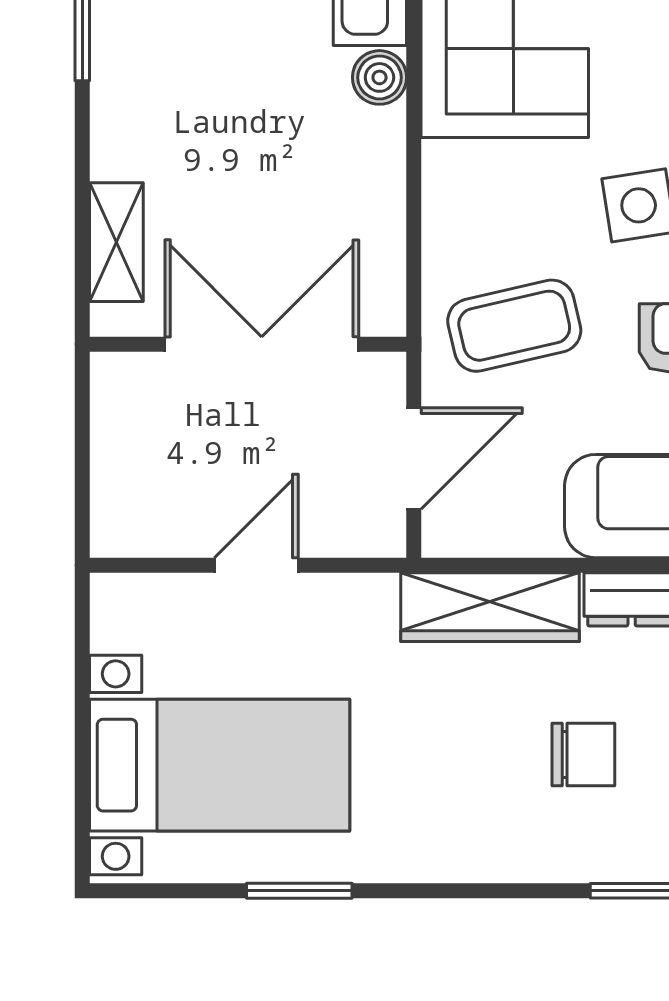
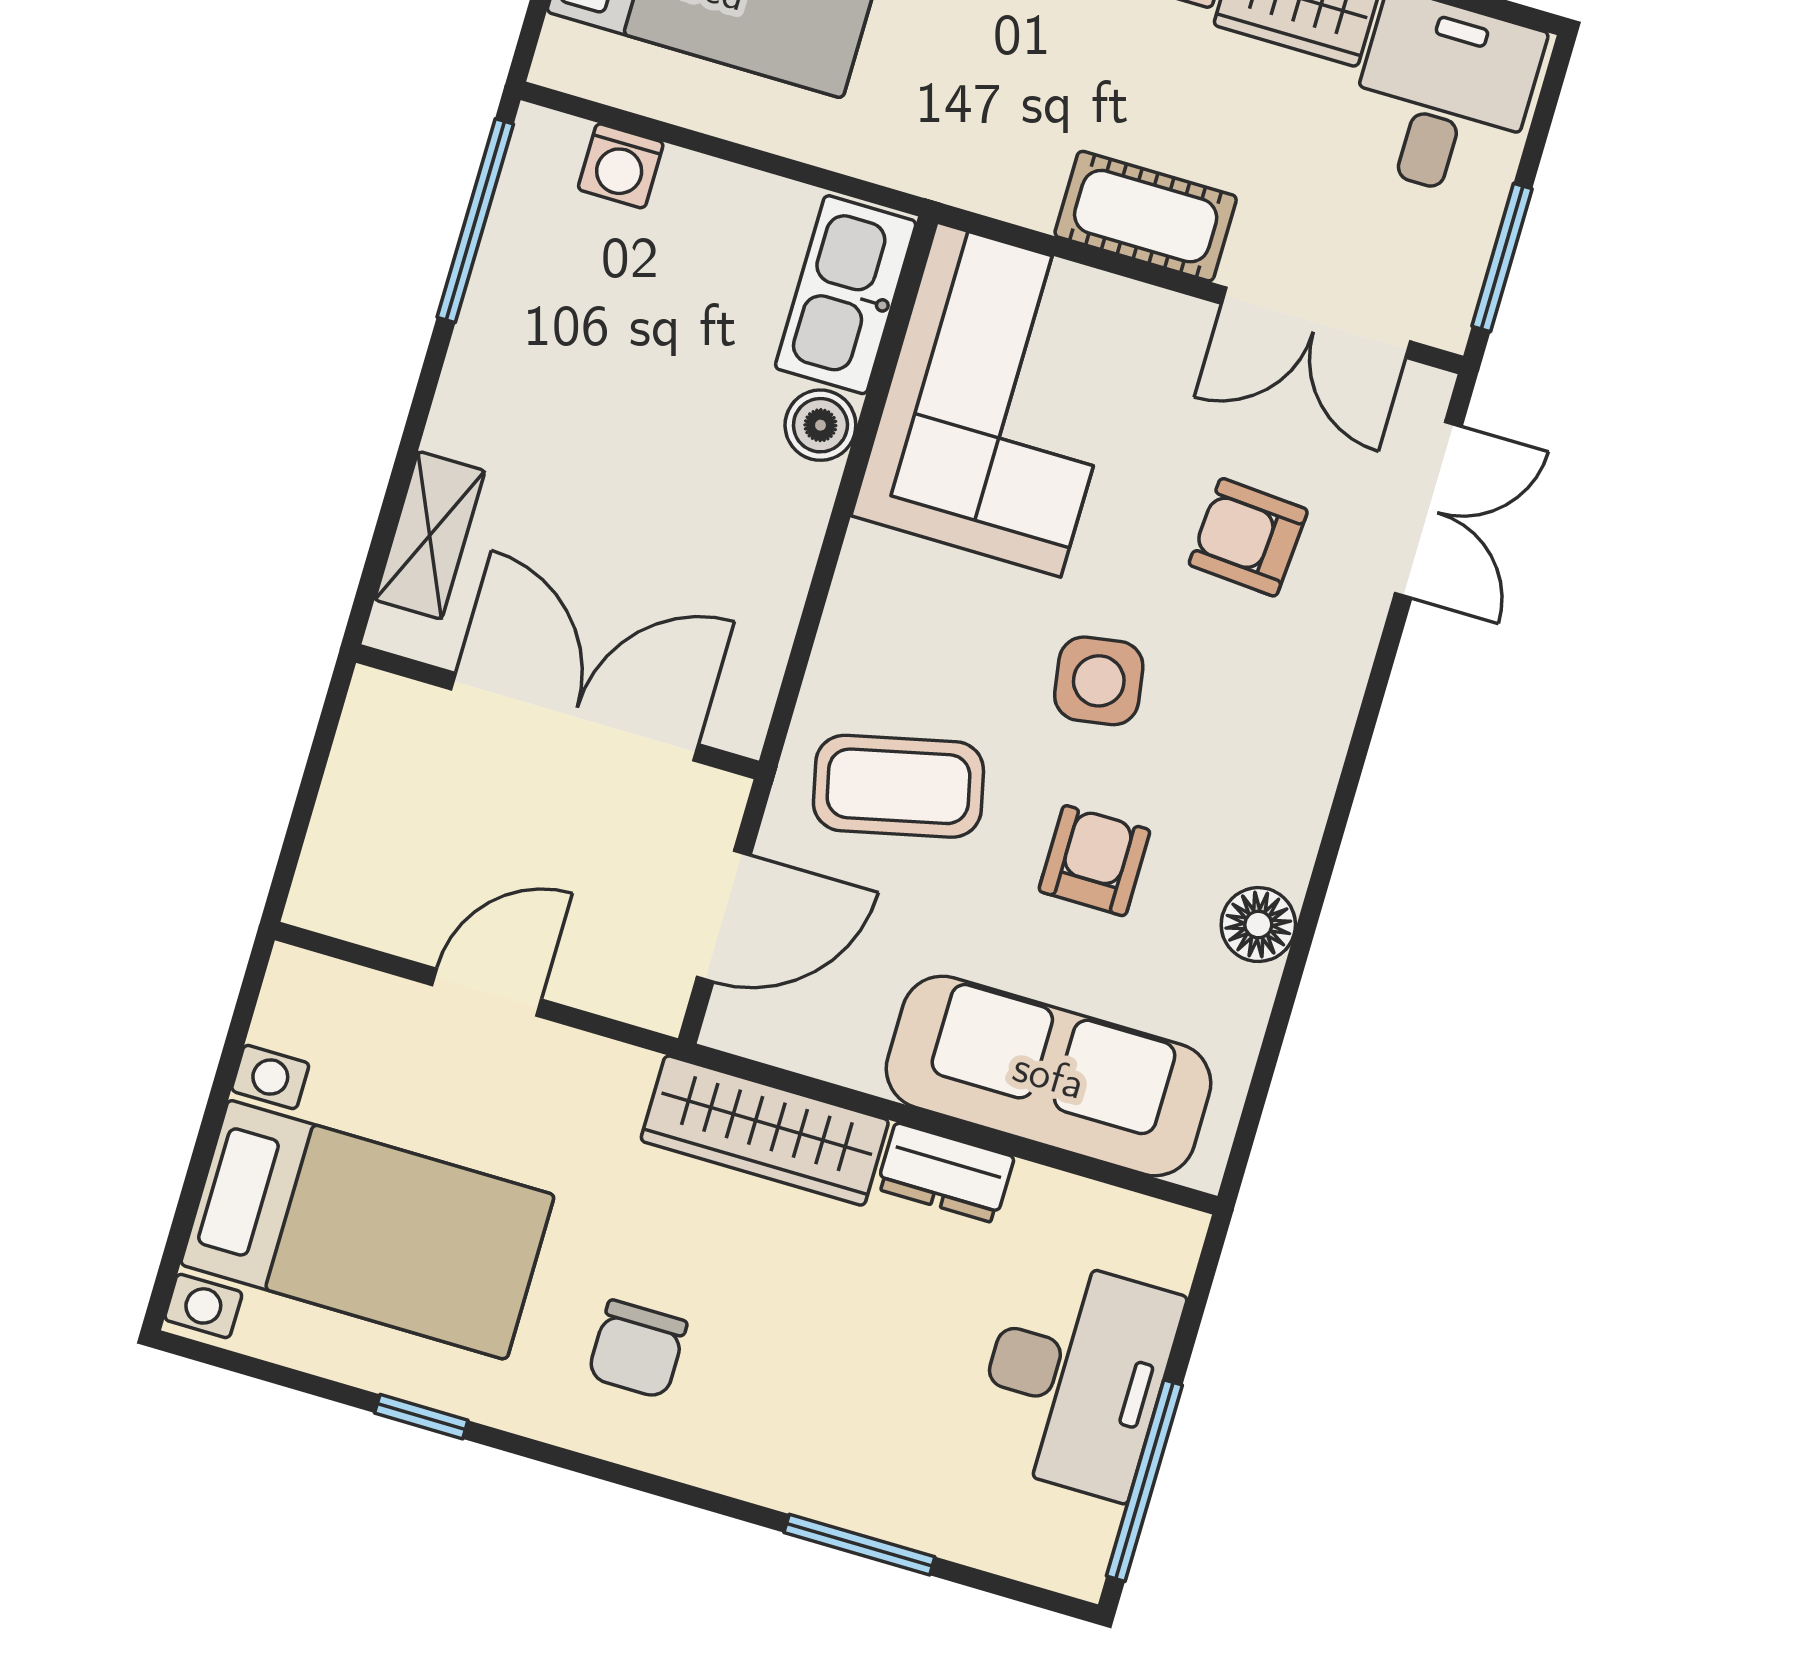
chair: (583, 755) -> (637, 1349), moved, turned 90
window: (299, 891) -> (421, 1417), width x0.67

